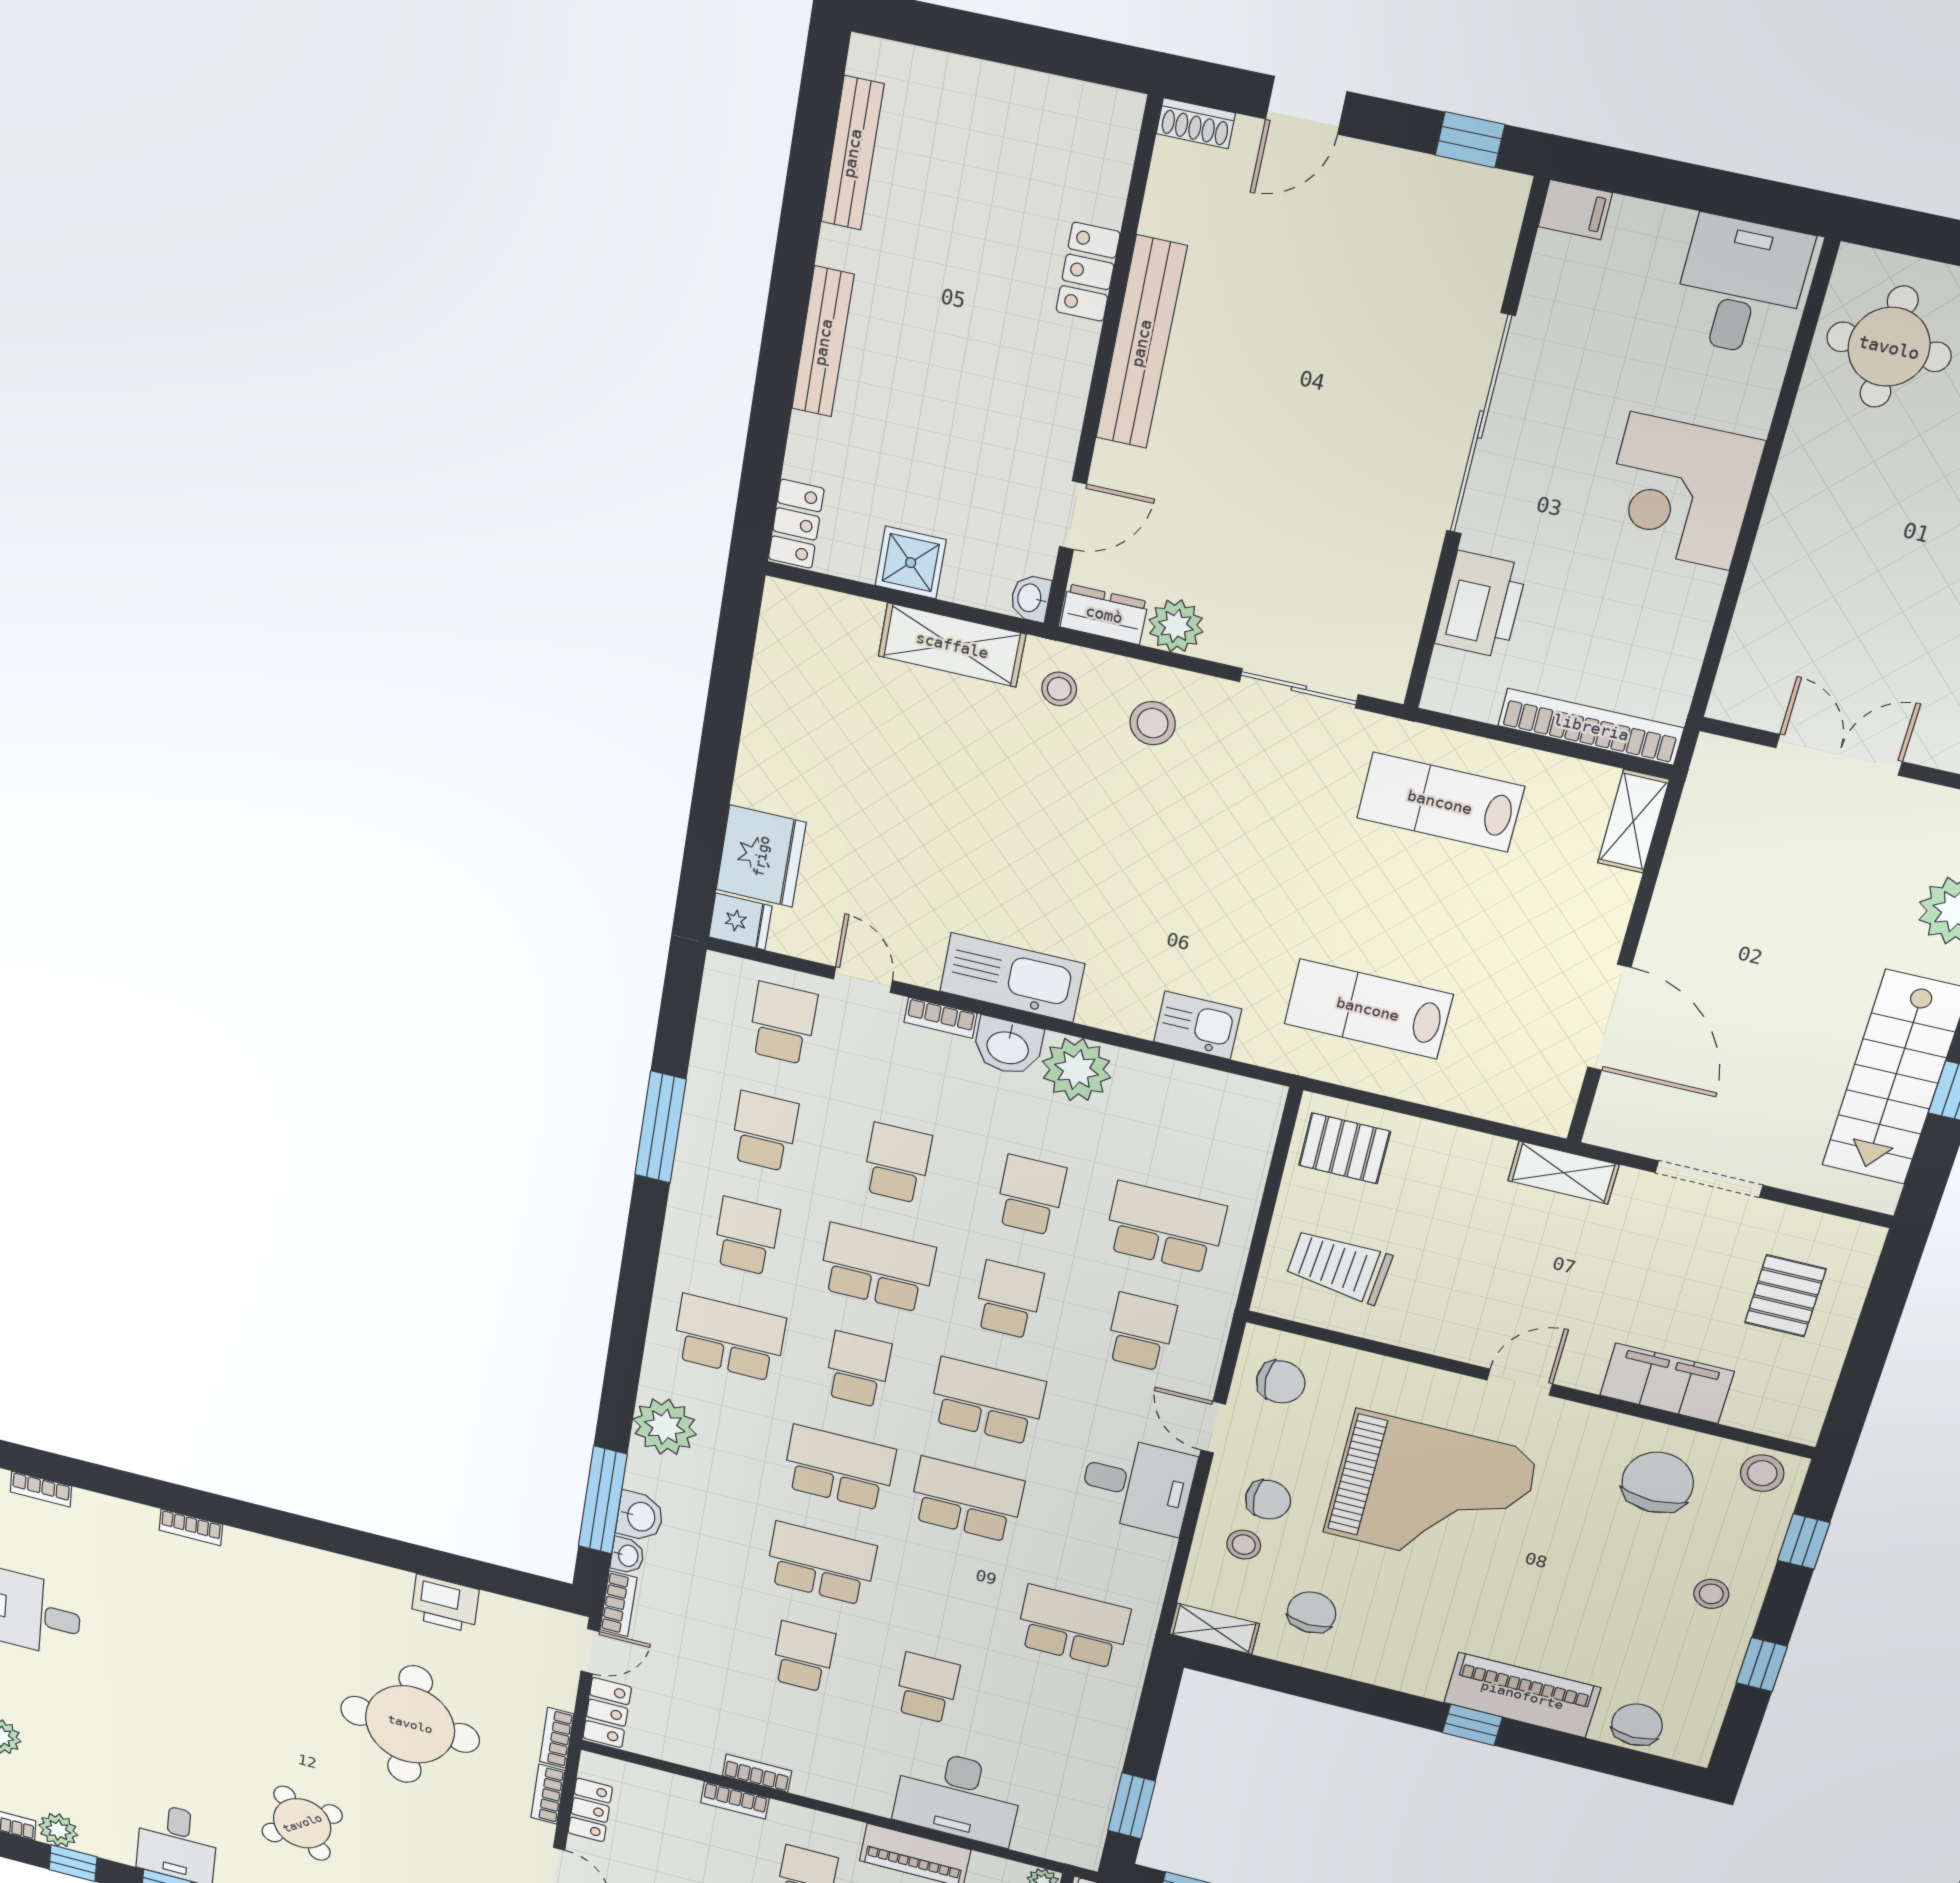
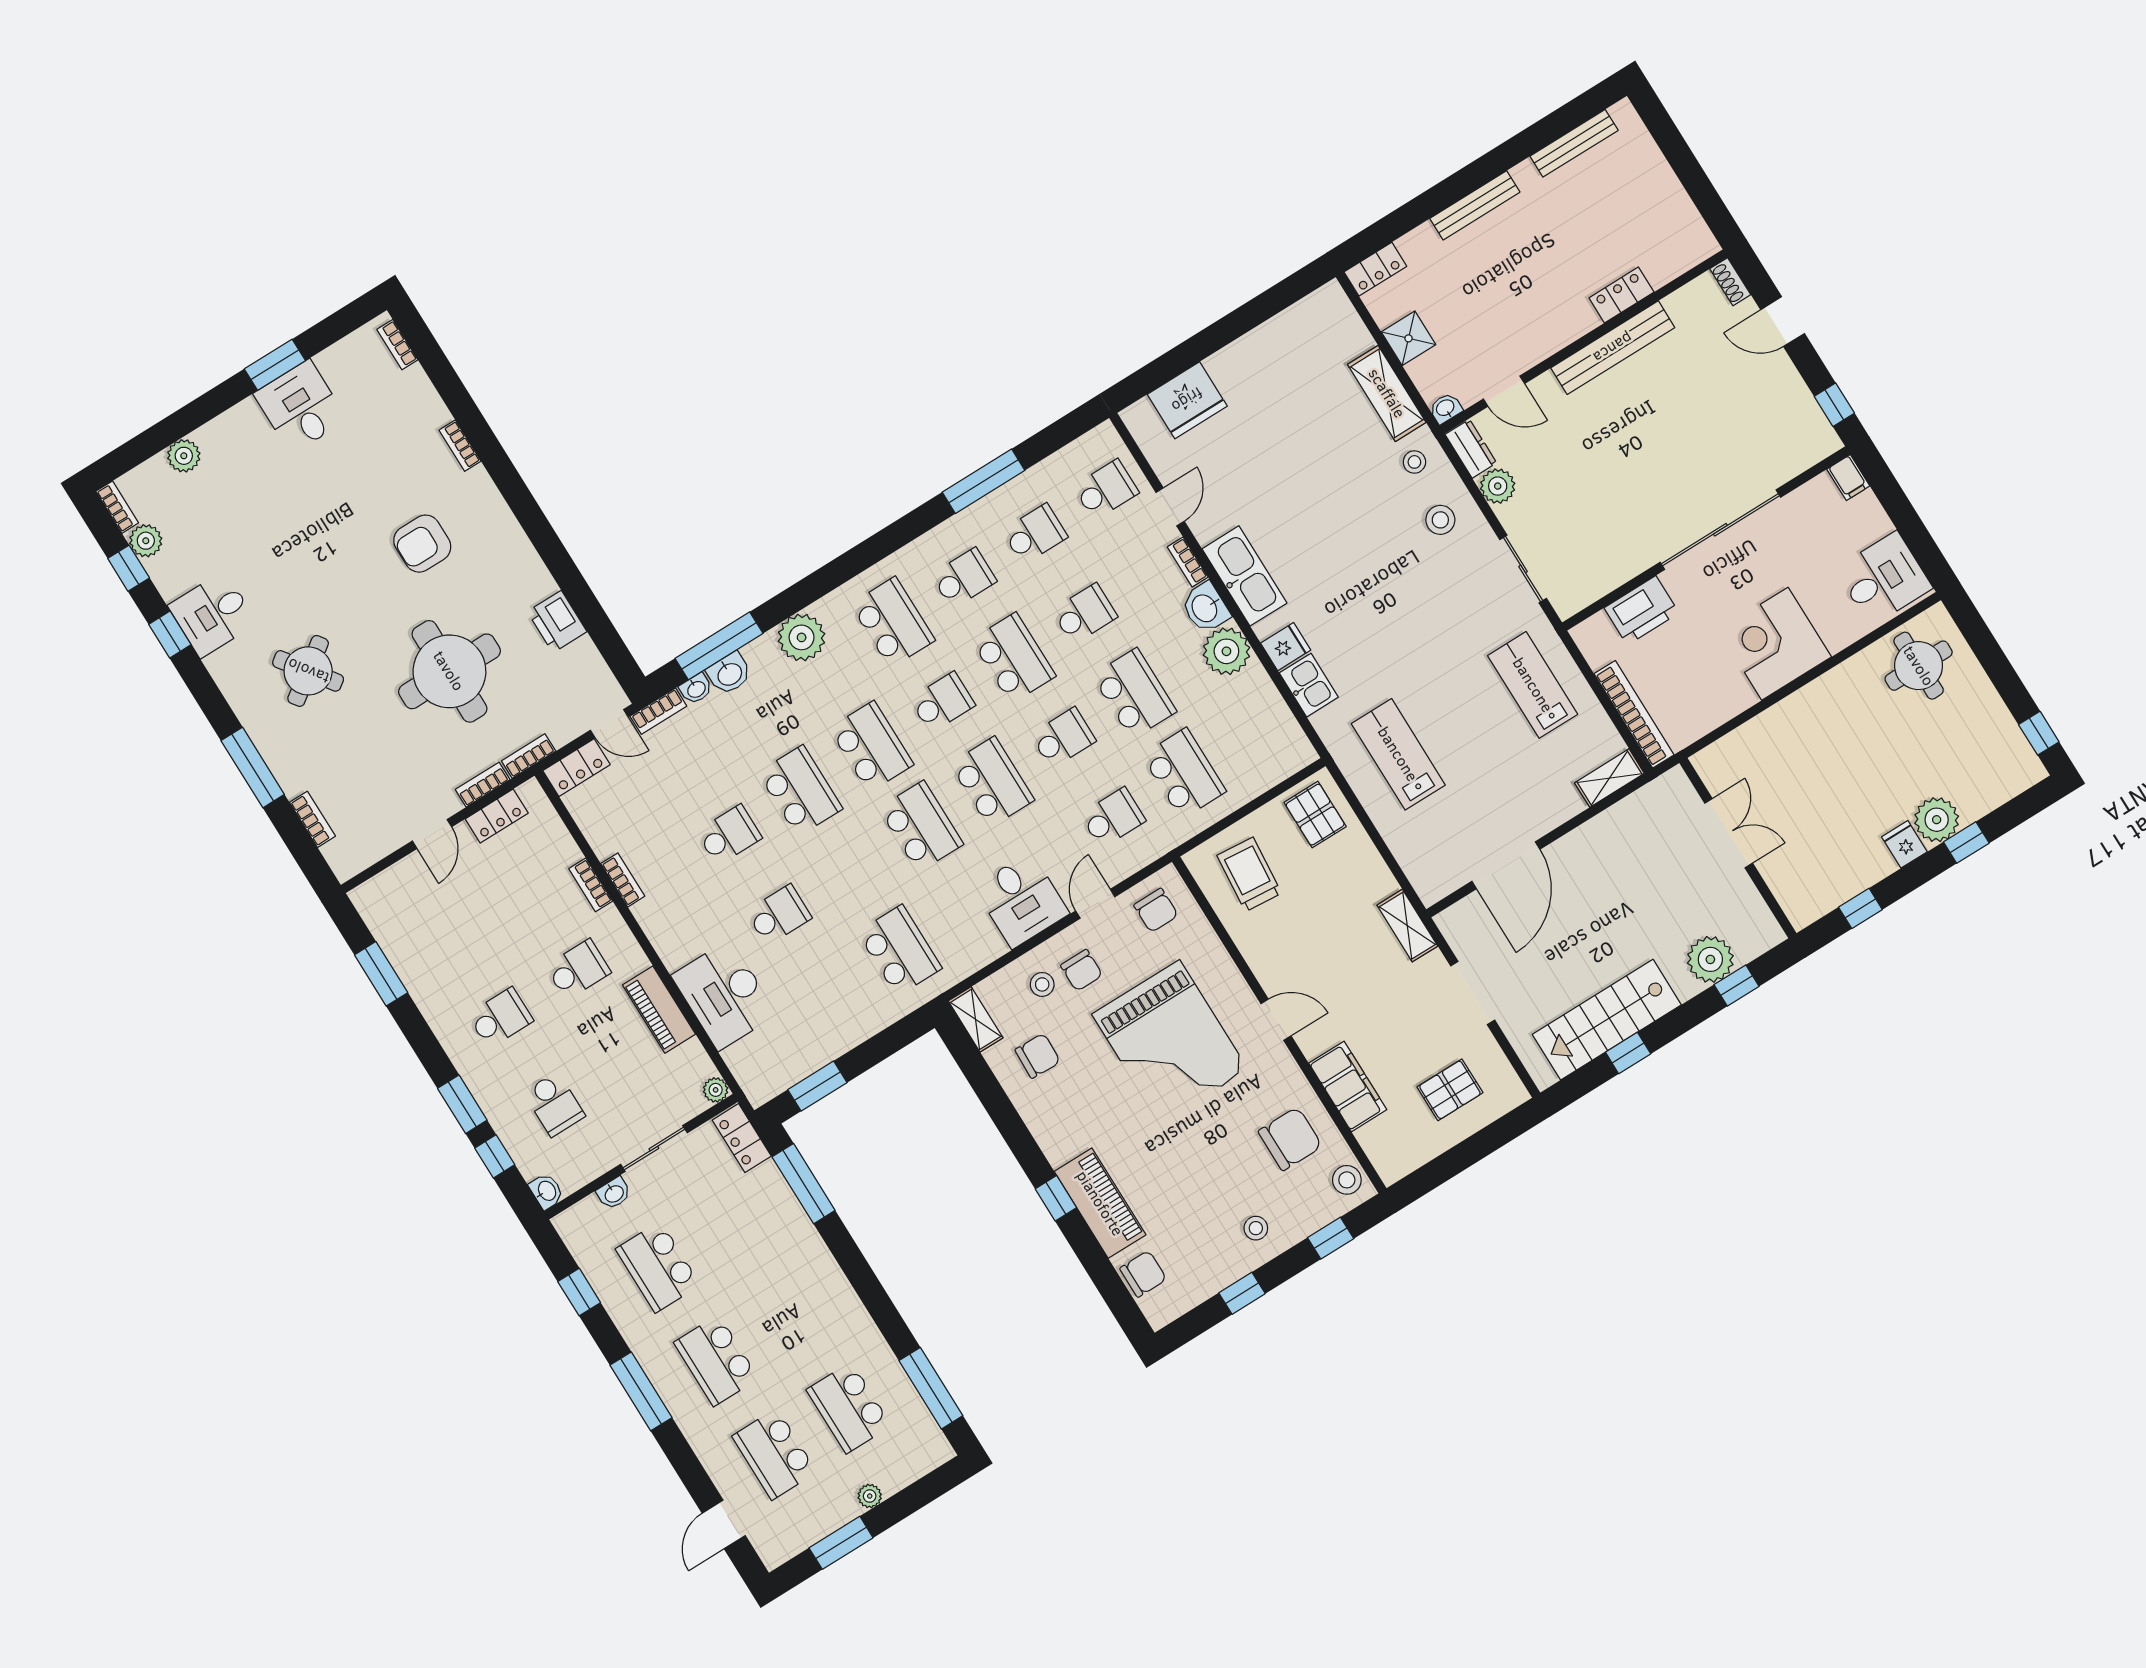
fridge: (740, 922) -> (1286, 647), moved, turned -90
school desk: (1030, 1195) -> (1134, 694), width x1.85
armchair: (262, 1638) -> (422, 544), added

